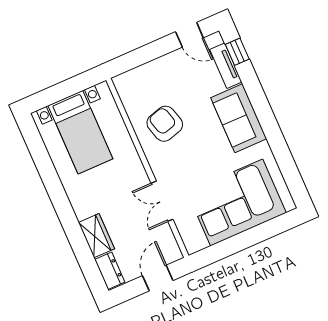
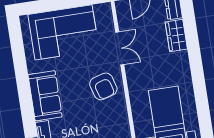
armchair: (165, 124) -> (103, 86), moved

